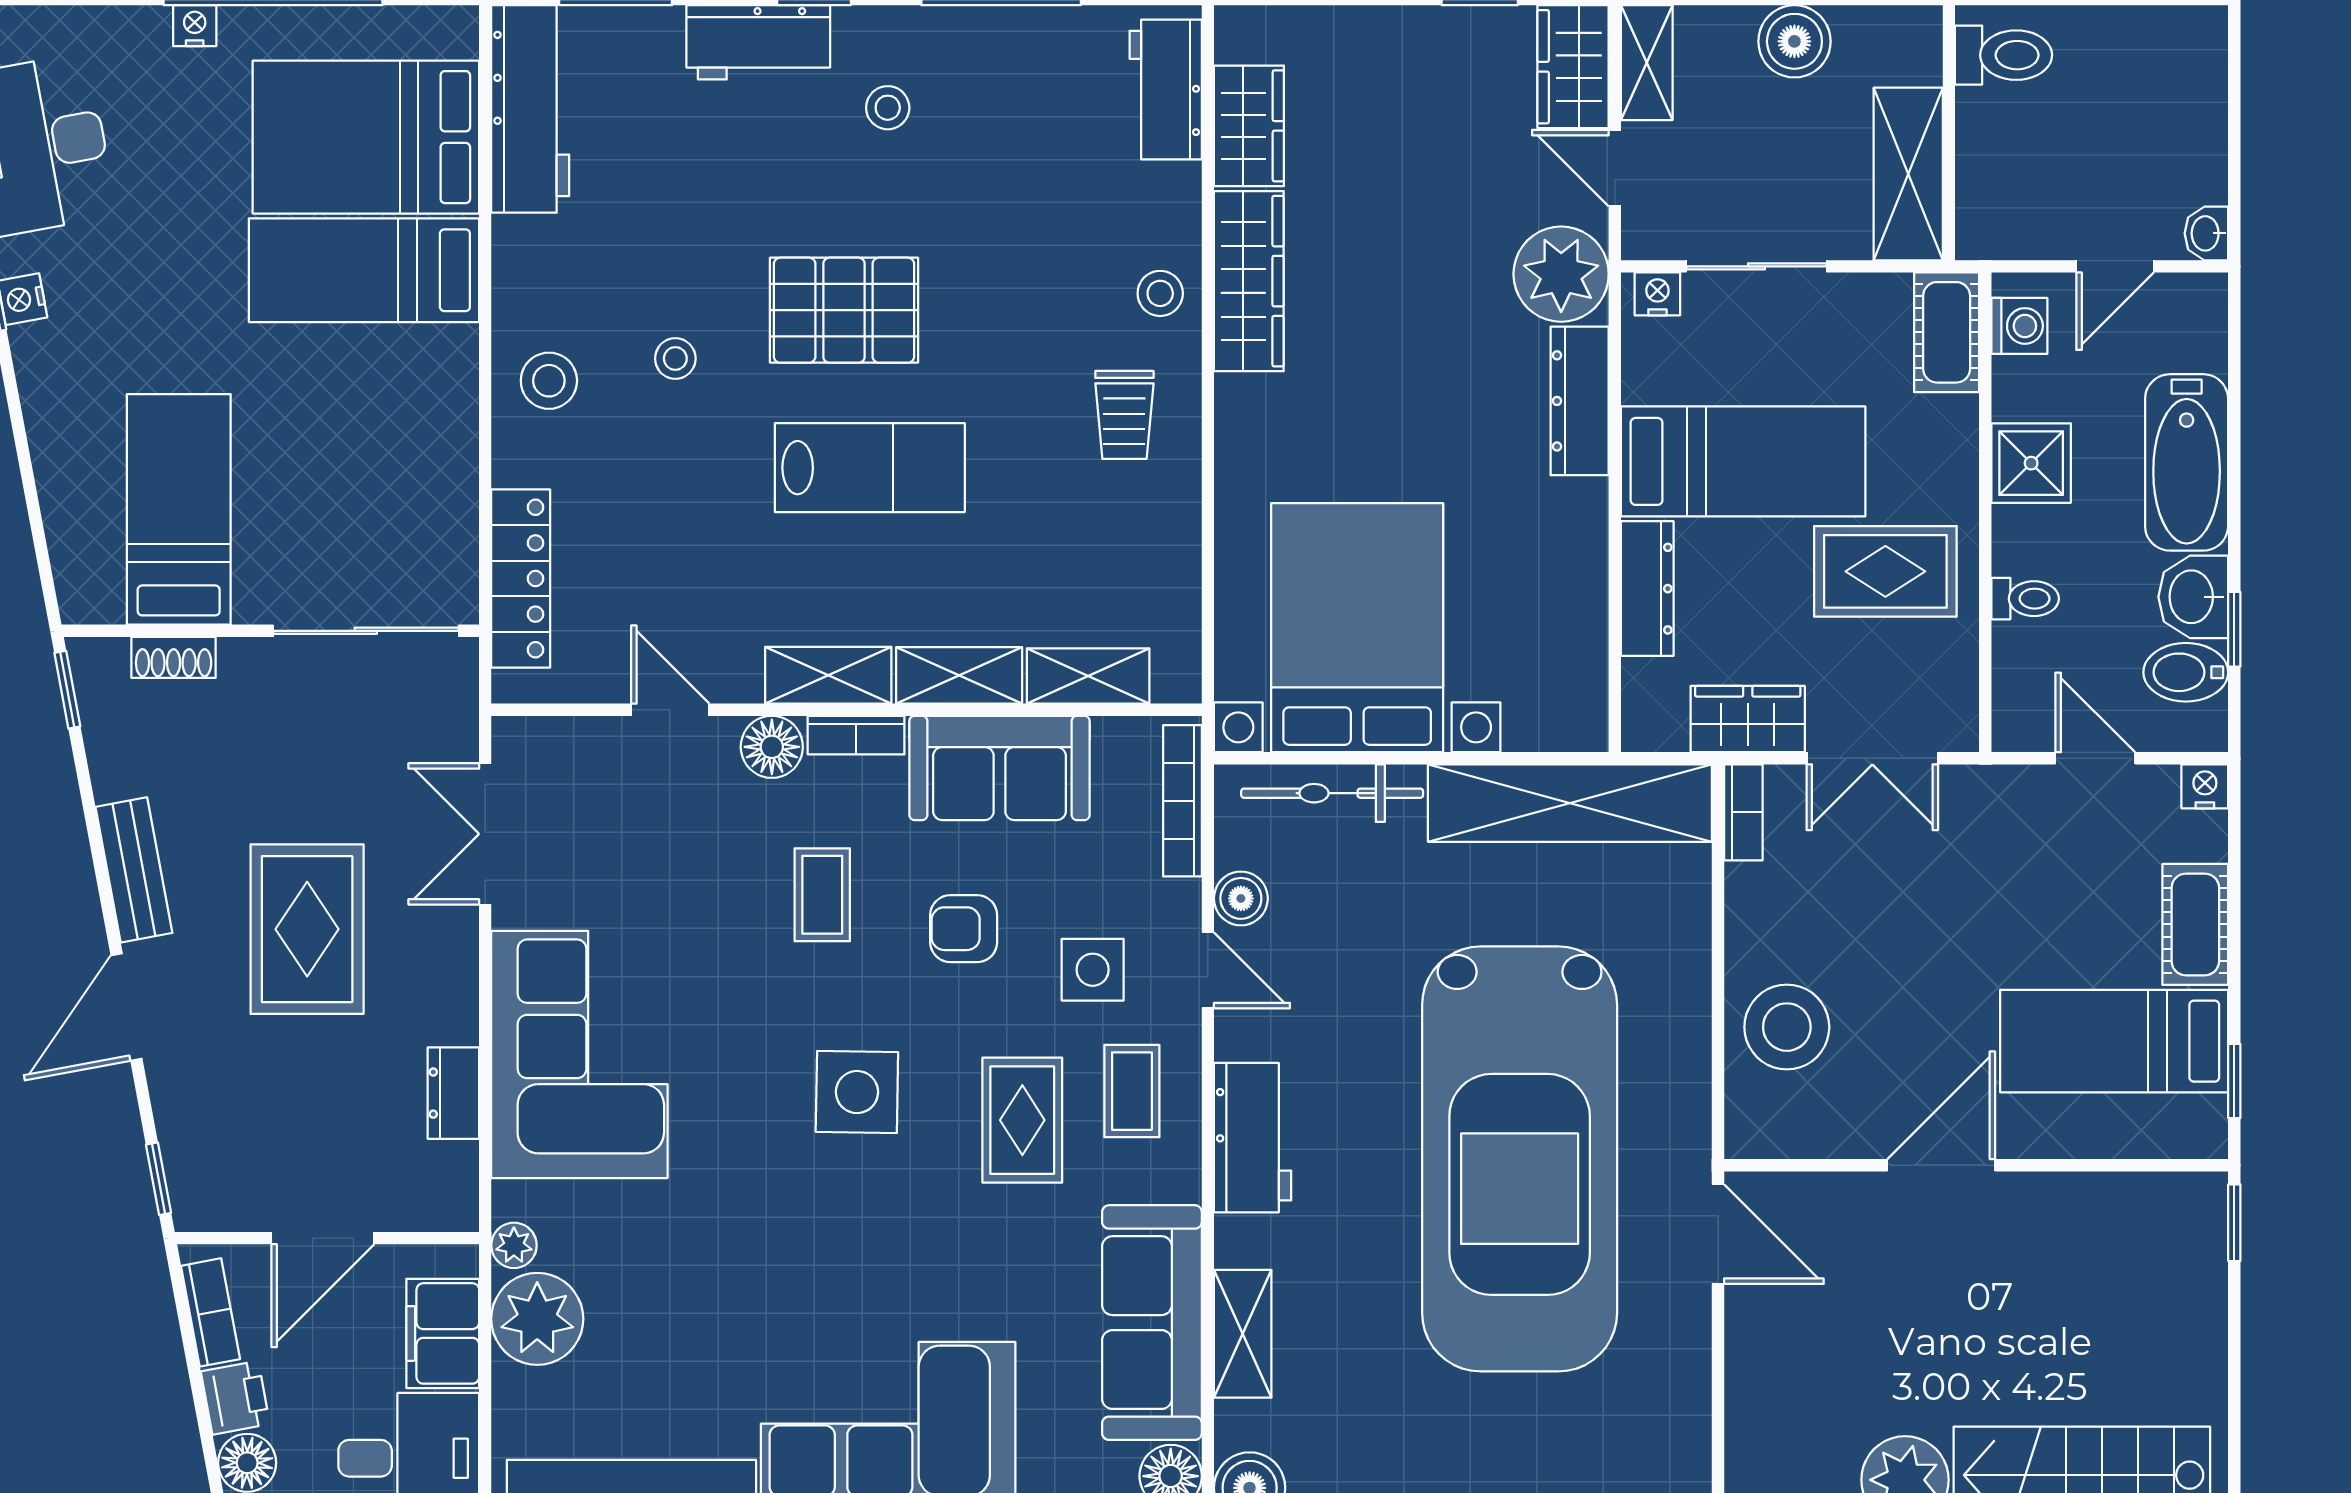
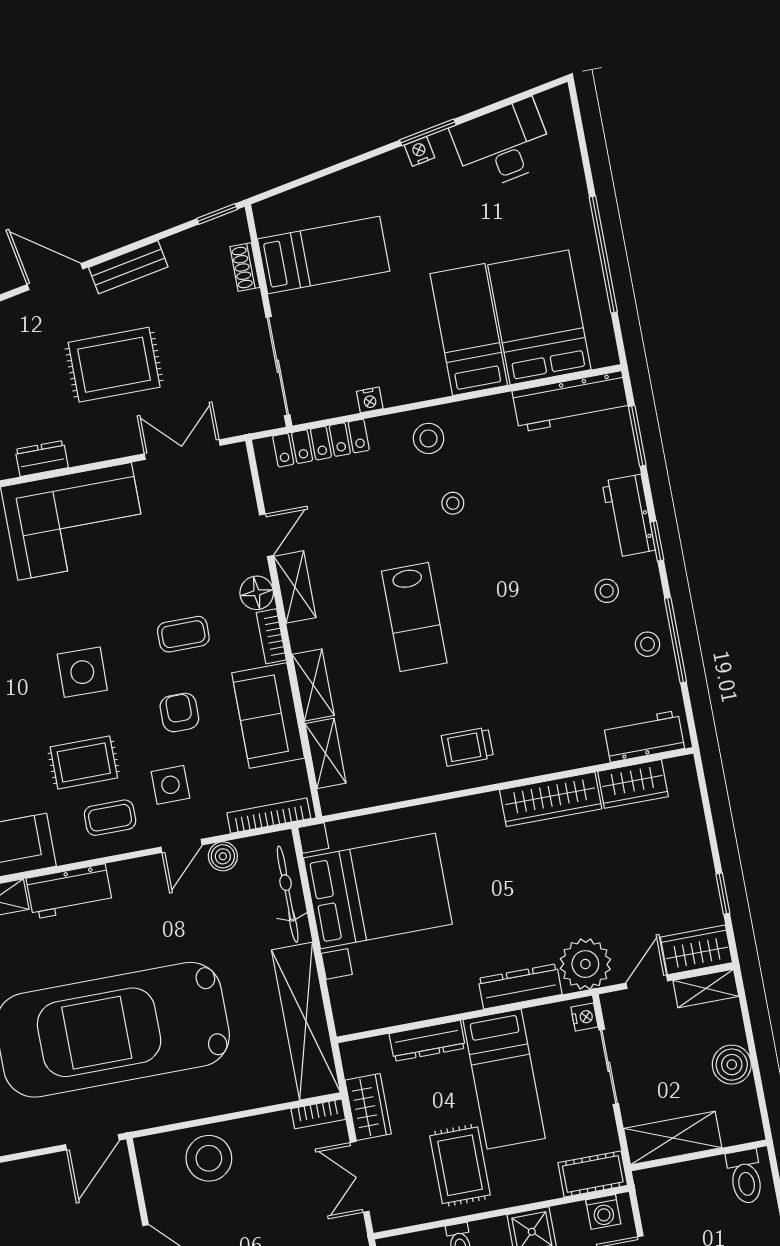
nightstand: (195, 26) -> (370, 400), moved, turned 90
stool: (1160, 293) -> (648, 644), moved
pallet: (844, 310) -> (495, 588), removed
shelving: (828, 675) -> (295, 587), moved
workbench: (1253, 1138) -> (69, 891), moved

